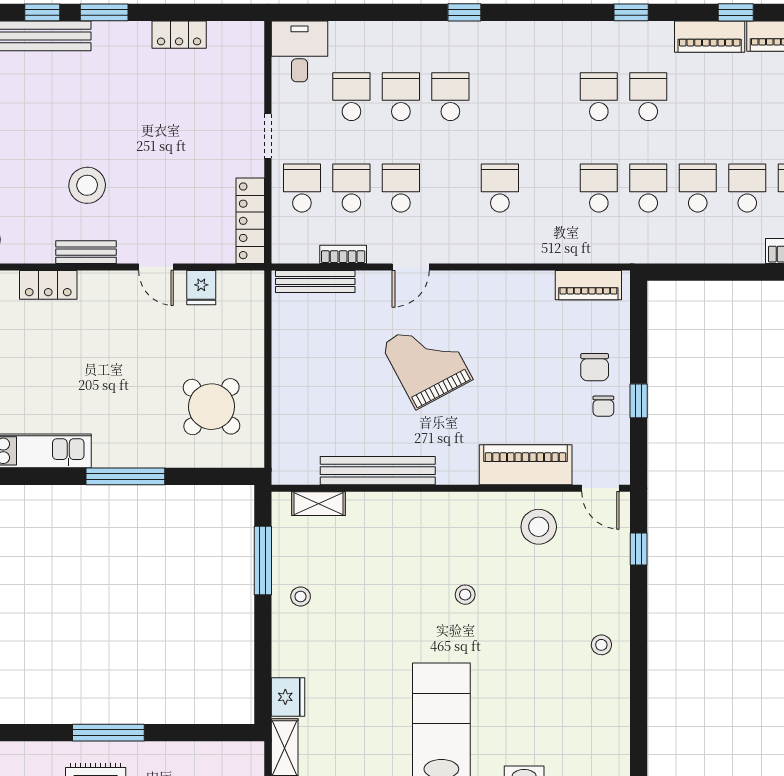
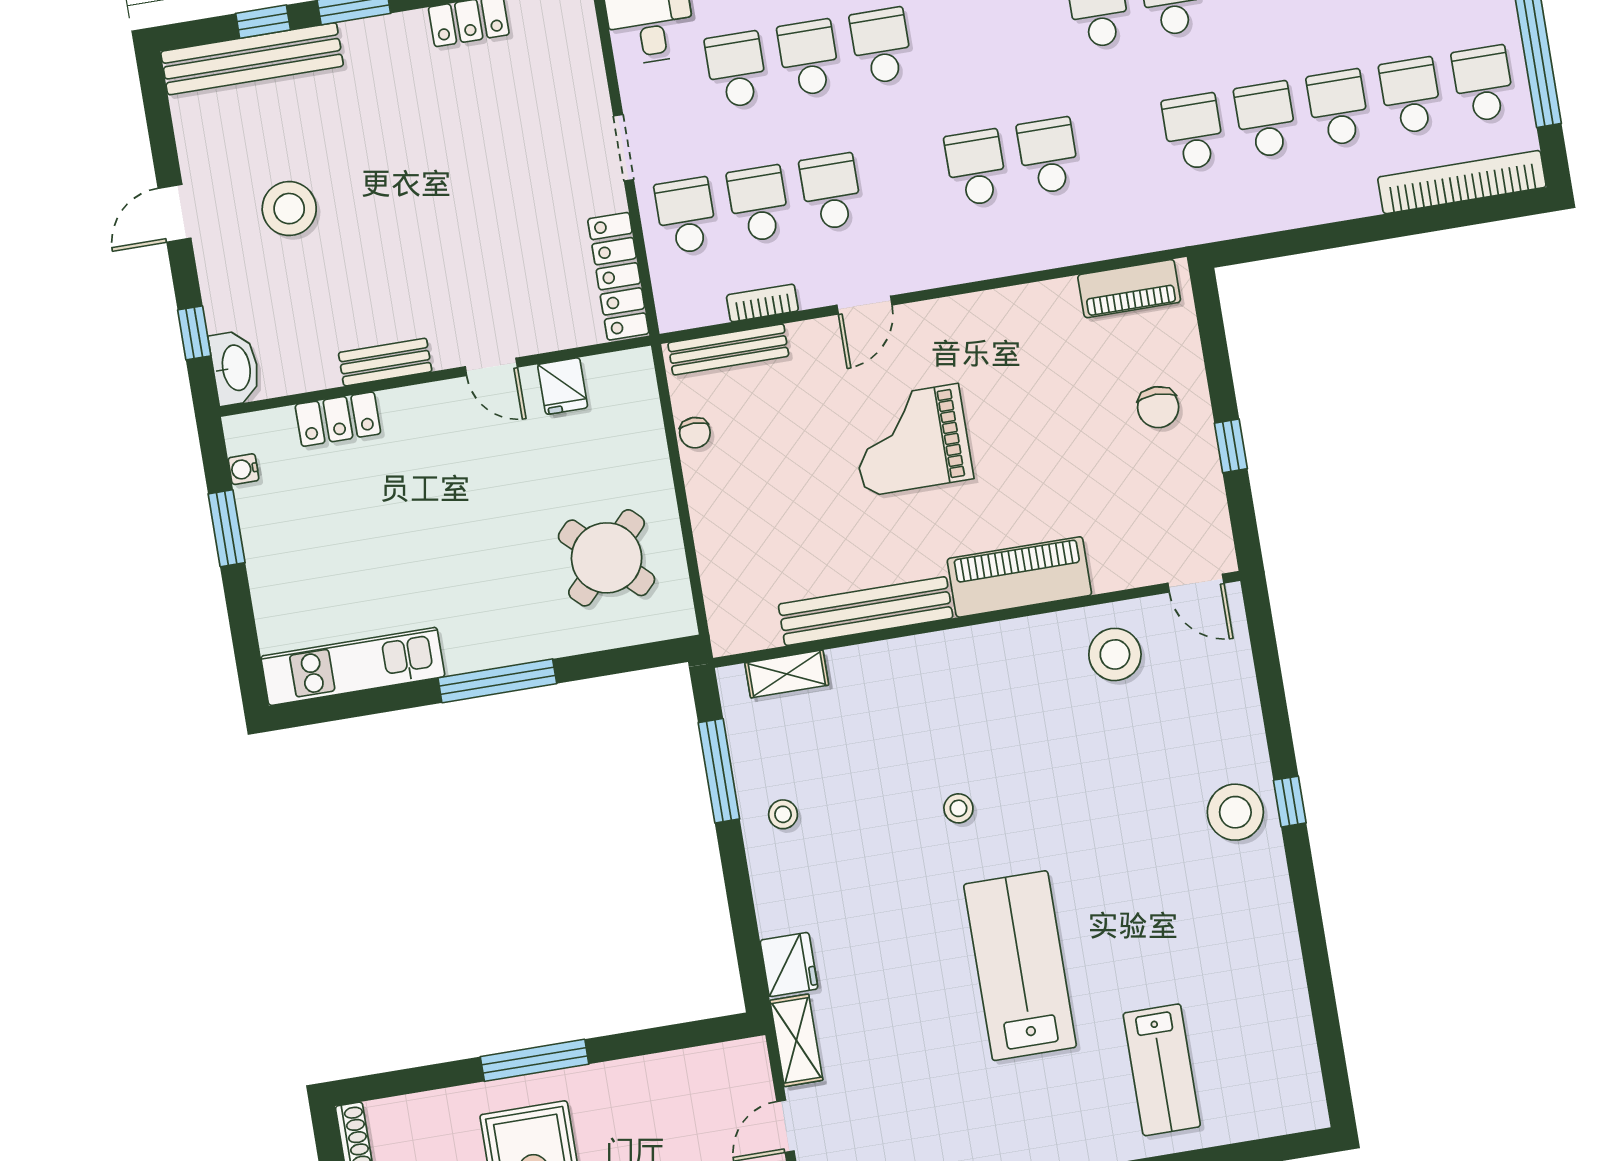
stool: (87, 185) -> (289, 209), moved
school desk: (599, 188) -> (1048, 156), moved
grand piano: (427, 362) -> (911, 440), turned -62
chair: (603, 406) -> (695, 433), moved
piano: (526, 465) -> (1019, 577), moved
window: (639, 549) -> (1290, 802), moved
stool: (465, 595) -> (958, 808), moved
stool: (601, 645) -> (1235, 812), width x1.89, depth x1.89

